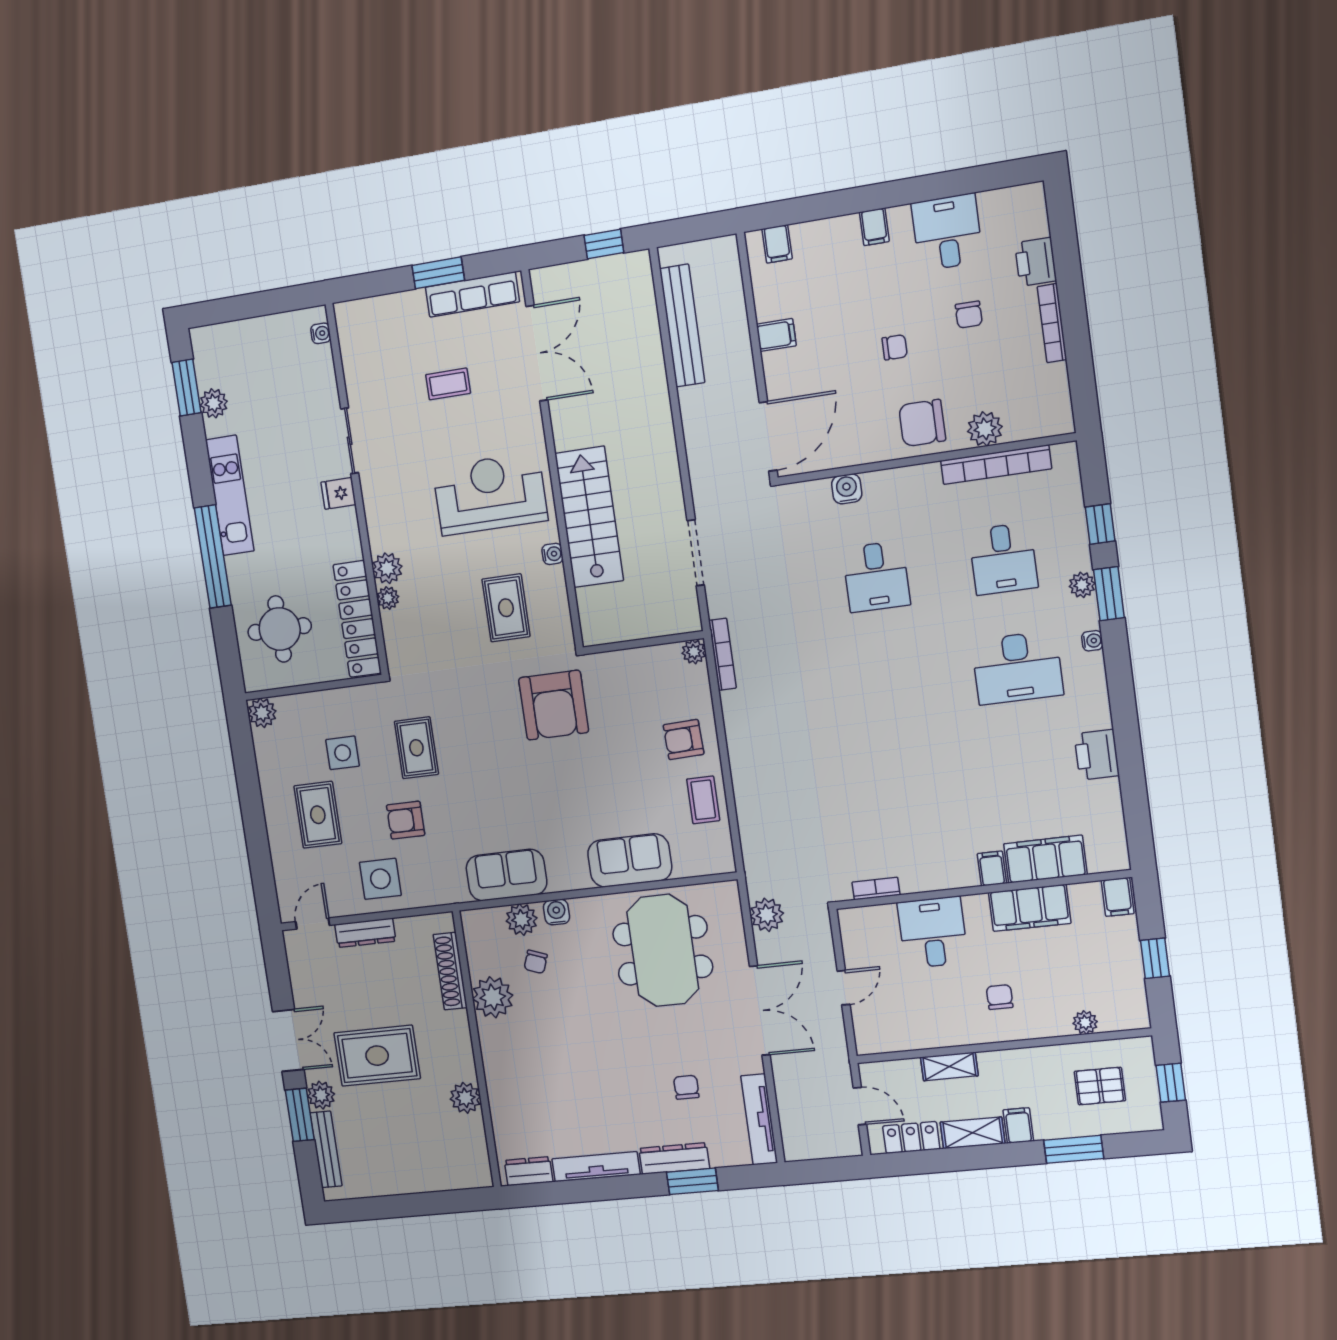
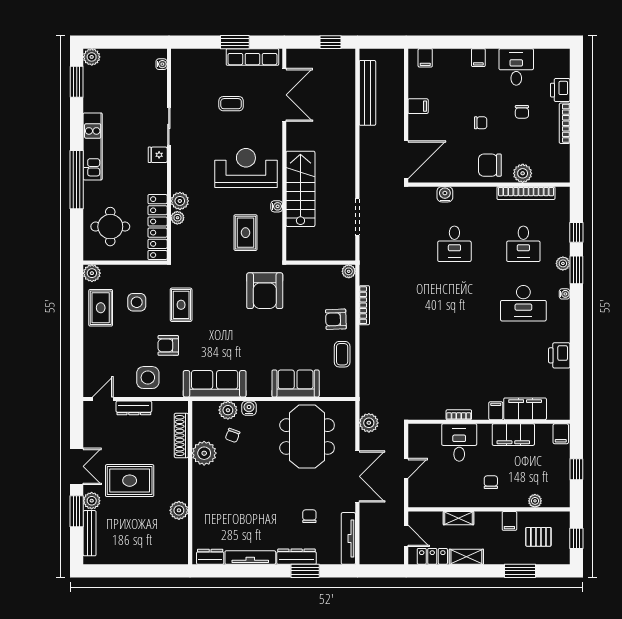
plant: (214, 403) -> (92, 57), moved
bookcase: (722, 654) -> (364, 305), moved
rug: (318, 815) -> (101, 308), moved
sofa: (506, 875) -> (215, 384), width x1.36
bookcase: (876, 889) -> (459, 415), moved
filing cabinet: (1018, 1125) -> (509, 521), moved, turned 180

